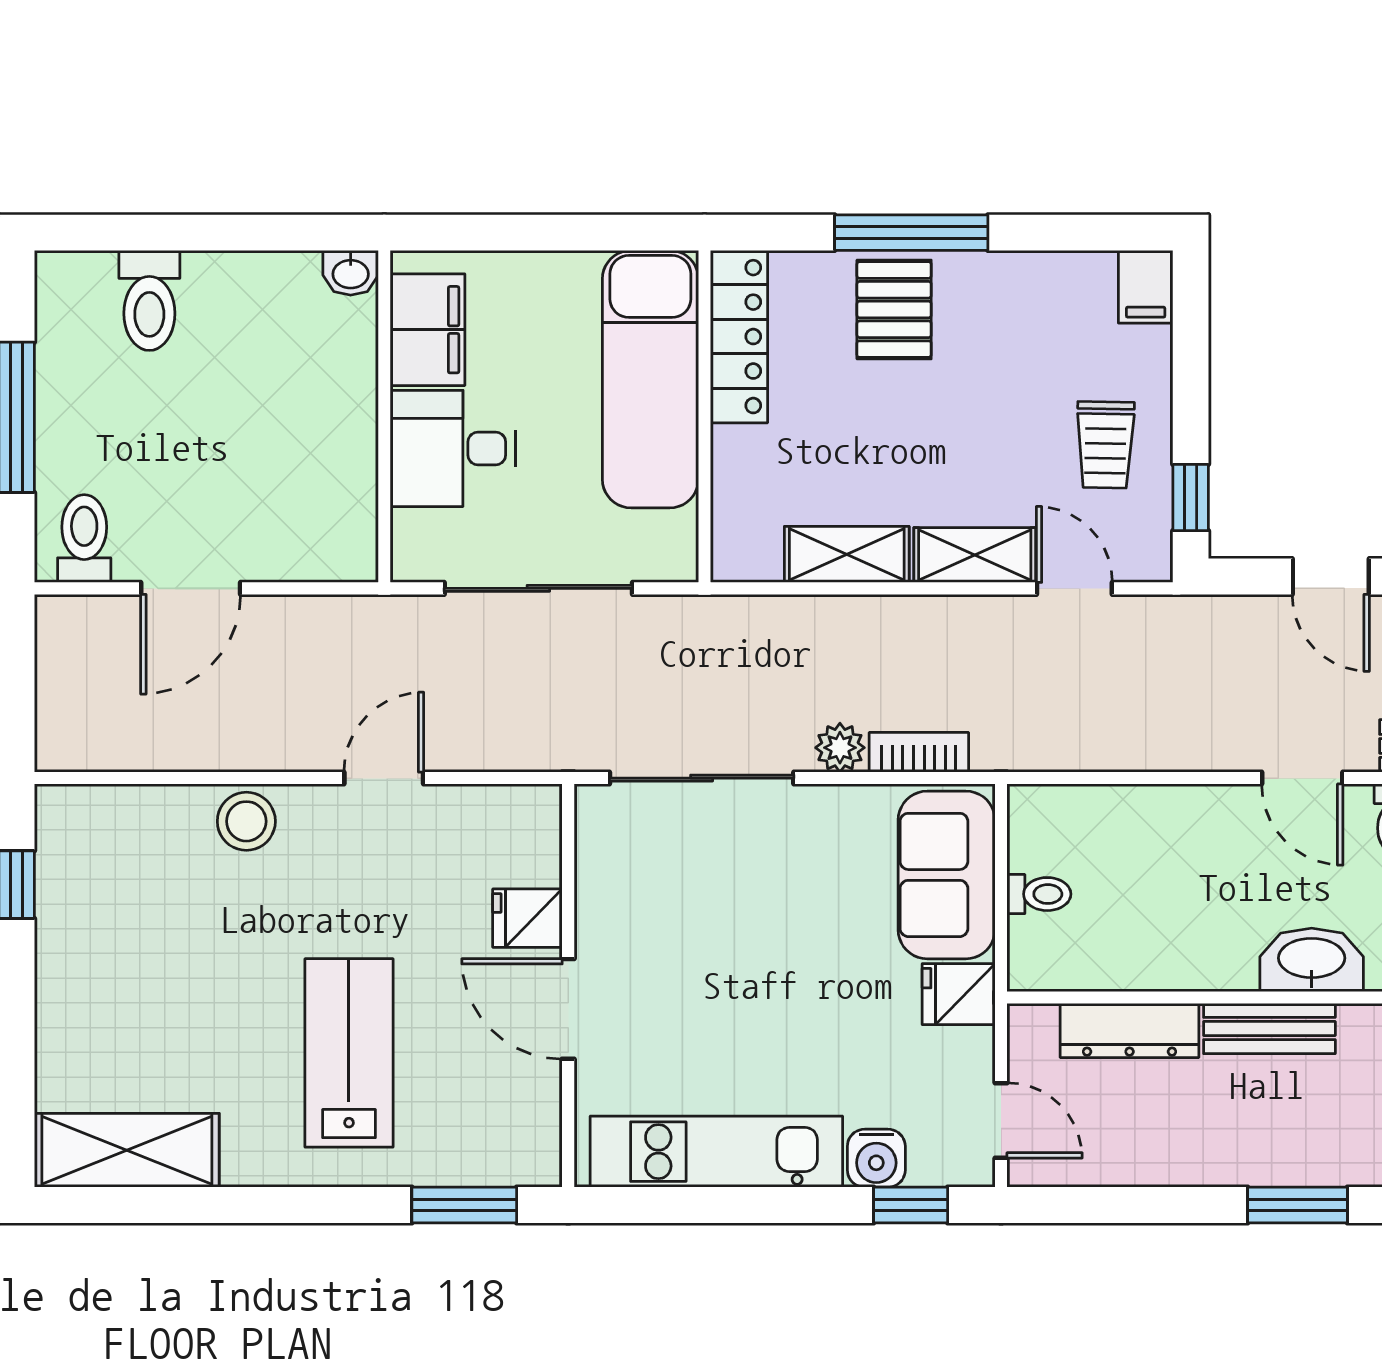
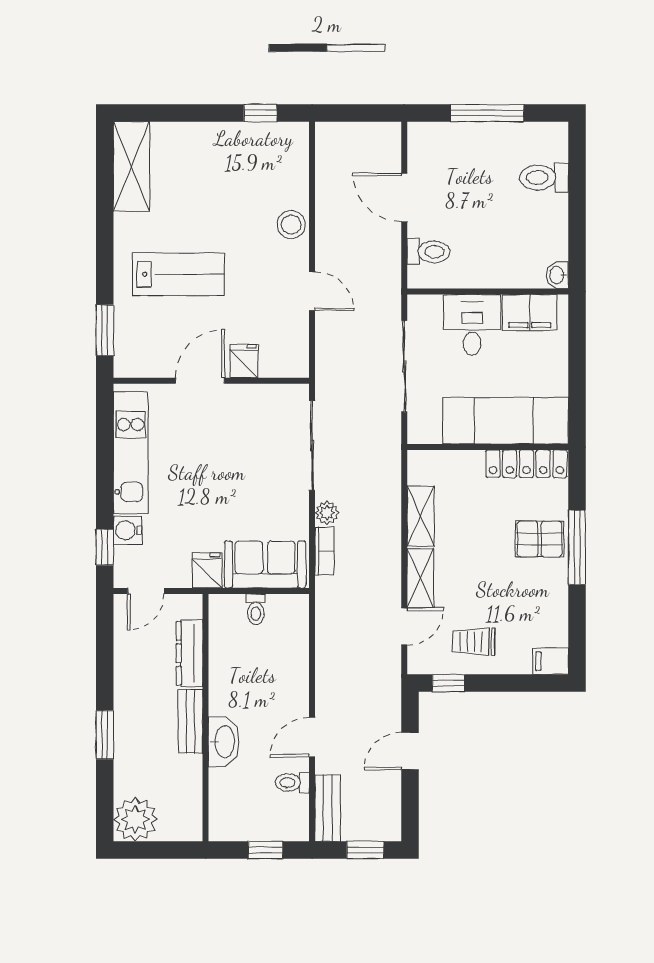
toilet: (84, 539) -> (428, 252), moved

